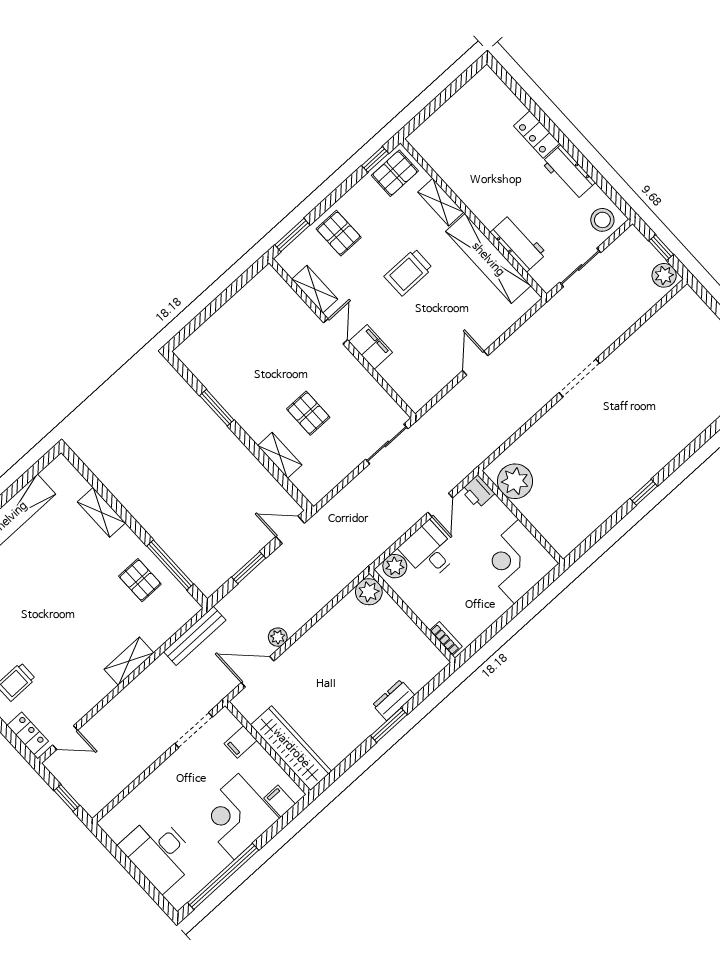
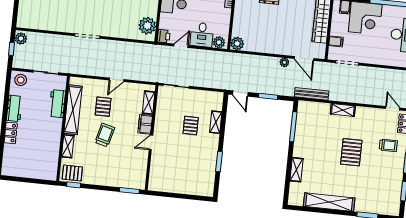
pallet: (339, 233) -> (103, 107), moved
trolley: (408, 272) -> (105, 135), turned -75
shelving: (315, 289) -> (149, 103), moved
pallet: (140, 580) -> (351, 152), moved, width x1.50, depth x1.42

